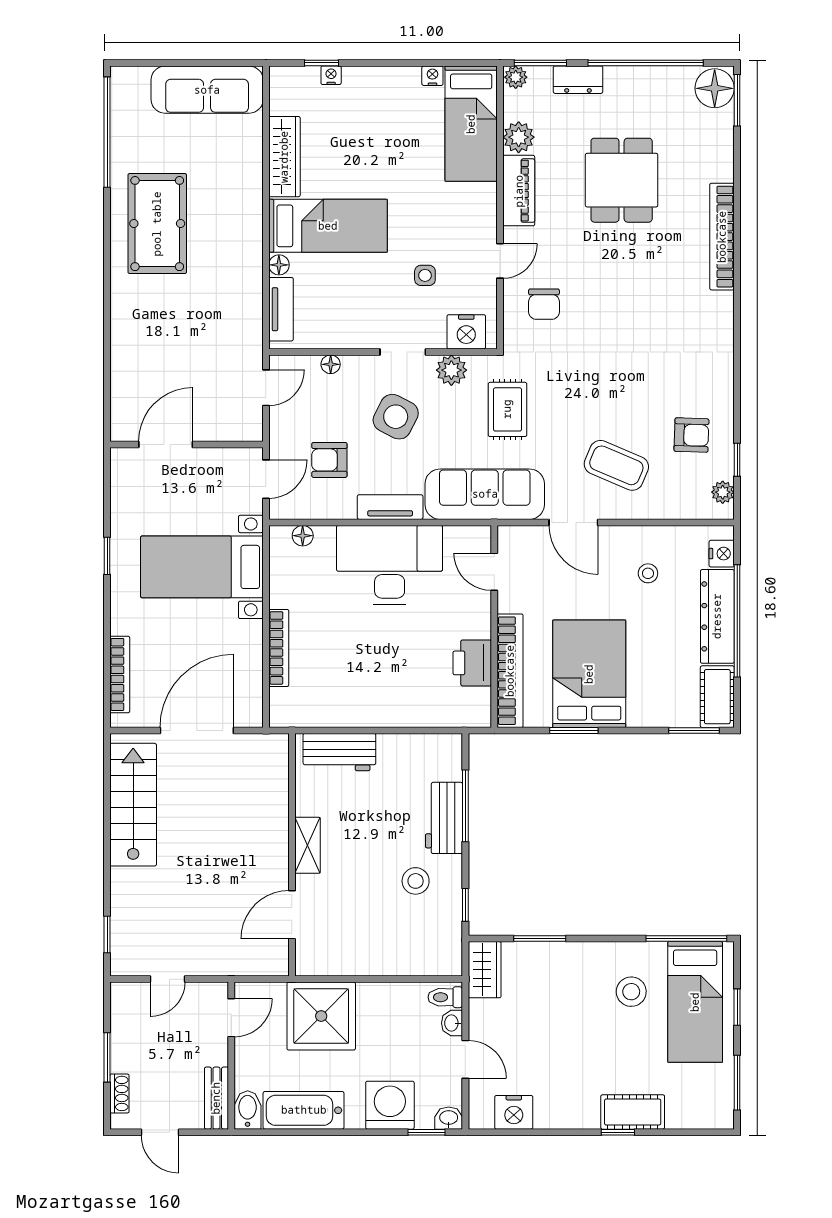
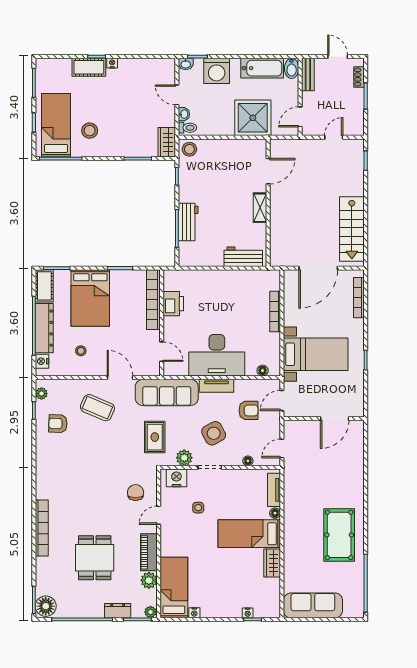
wardrobe: (284, 157) -> (272, 563), width x0.67
side table: (396, 417) -> (214, 433), turned 35
bed: (589, 674) -> (90, 298), moved
stool: (416, 881) -> (189, 149), moved
nightstand: (514, 1112) -> (112, 63), moved, width x0.53, depth x0.56

